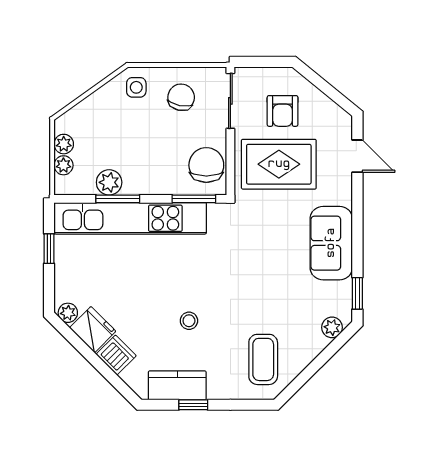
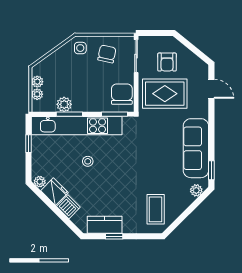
sofa: (331, 243) -> (196, 148), width x1.36
stool: (189, 321) -> (88, 161), moved

